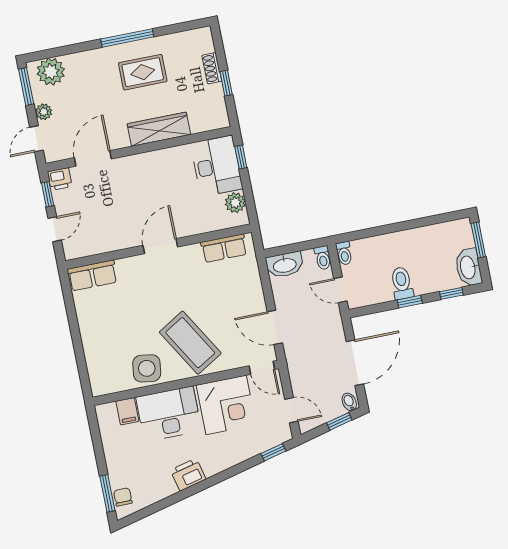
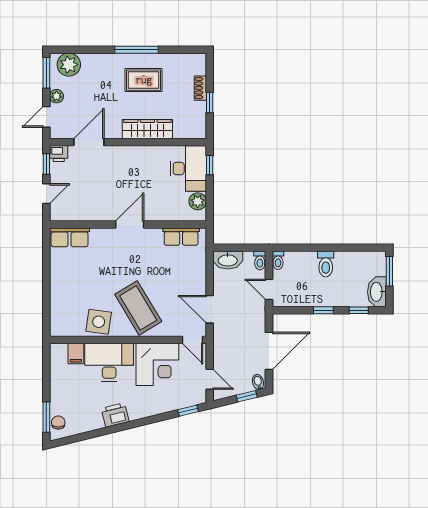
toilet: (402, 283) -> (326, 264), moved, turned 180

